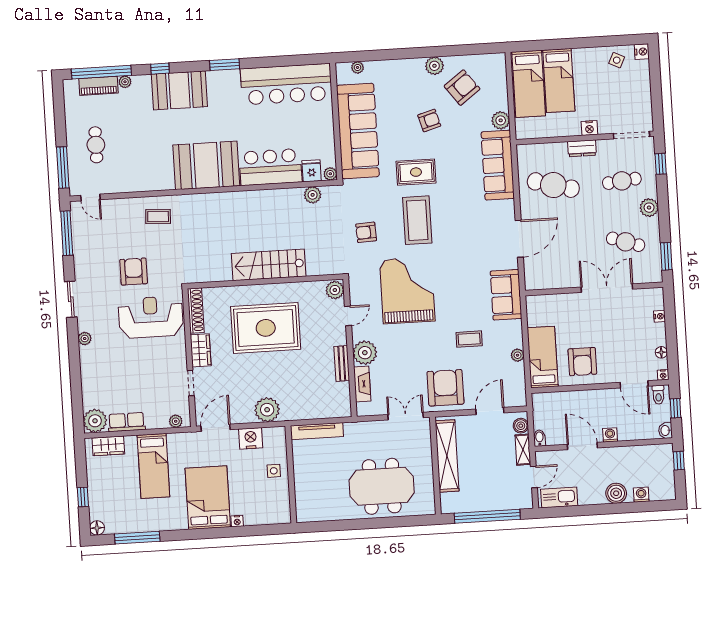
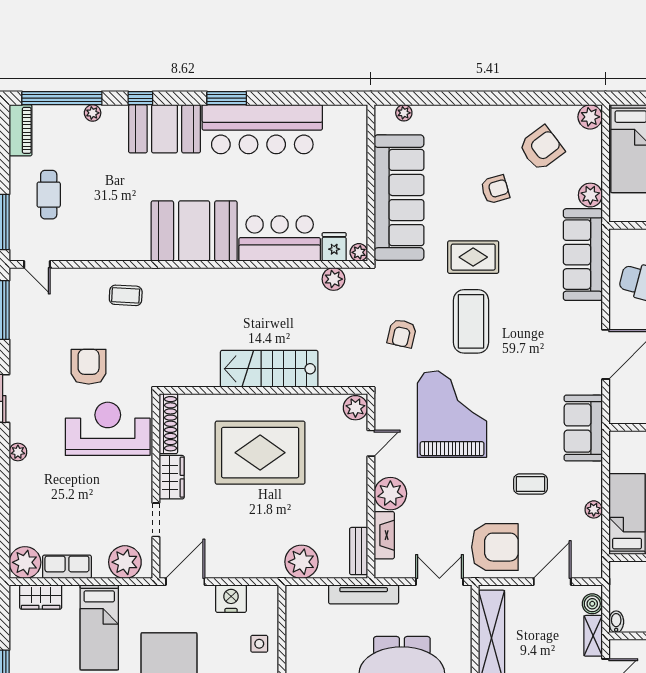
plant: (434, 66) -> (590, 117), moved
bar counter: (286, 84) -> (262, 129), moved
piano: (99, 86) -> (21, 130), moved, turned -90
armchair: (366, 232) -> (402, 333), turned -74
bench: (342, 363) -> (359, 551), moved
armchair: (445, 388) -> (495, 547), turned 90
plant: (267, 410) -> (301, 562), moved
plant: (176, 421) -> (125, 562), width x1.87, depth x1.87
tv unit: (317, 431) -> (364, 594), moved

